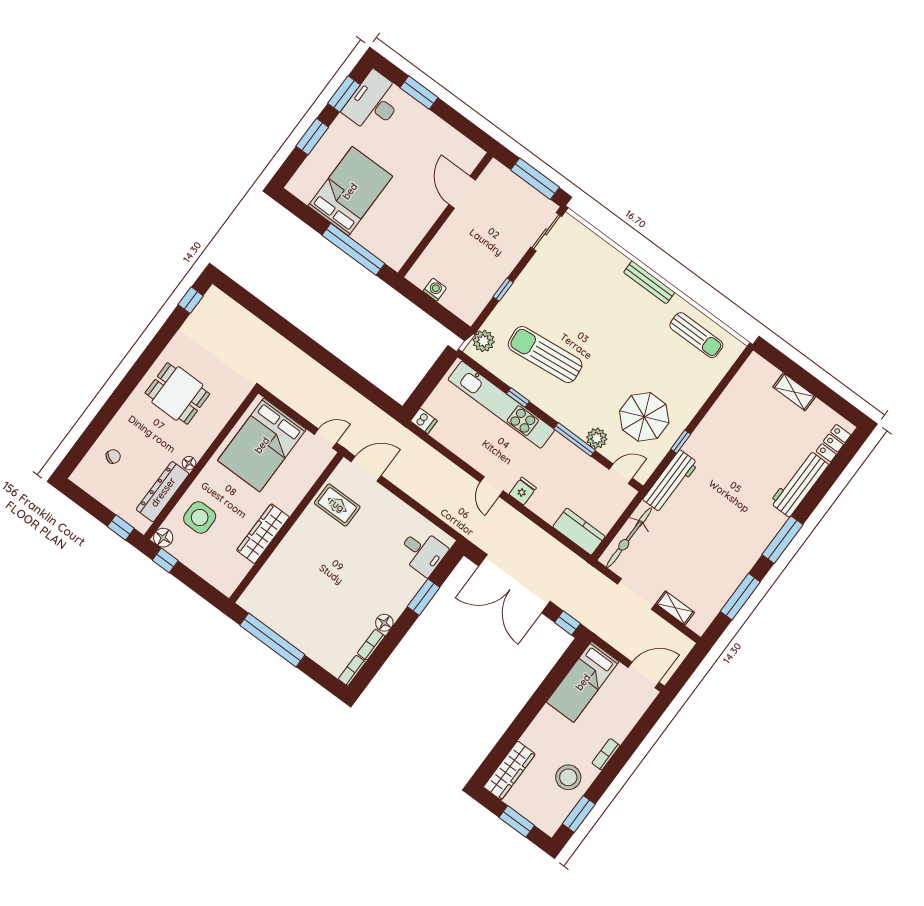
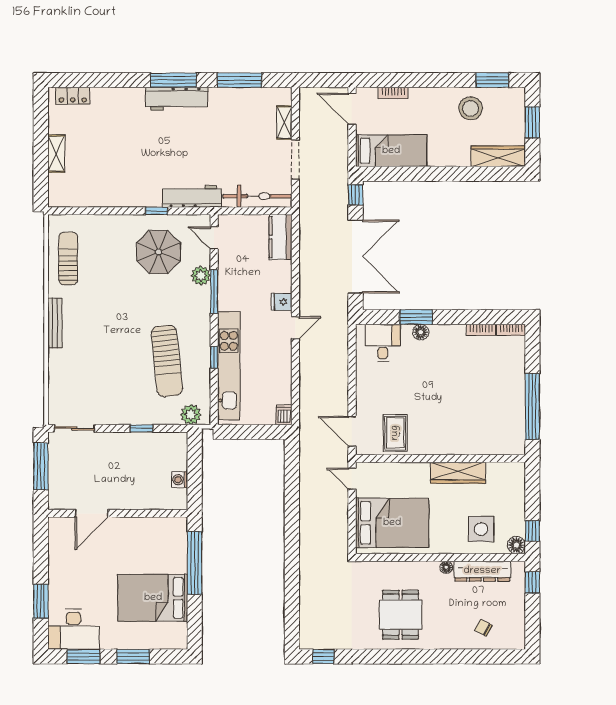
workbench: (799, 484) -> (177, 99), moved
floor lamp: (384, 623) -> (421, 332), moved
bookcase: (606, 754) -> (393, 93), moved

